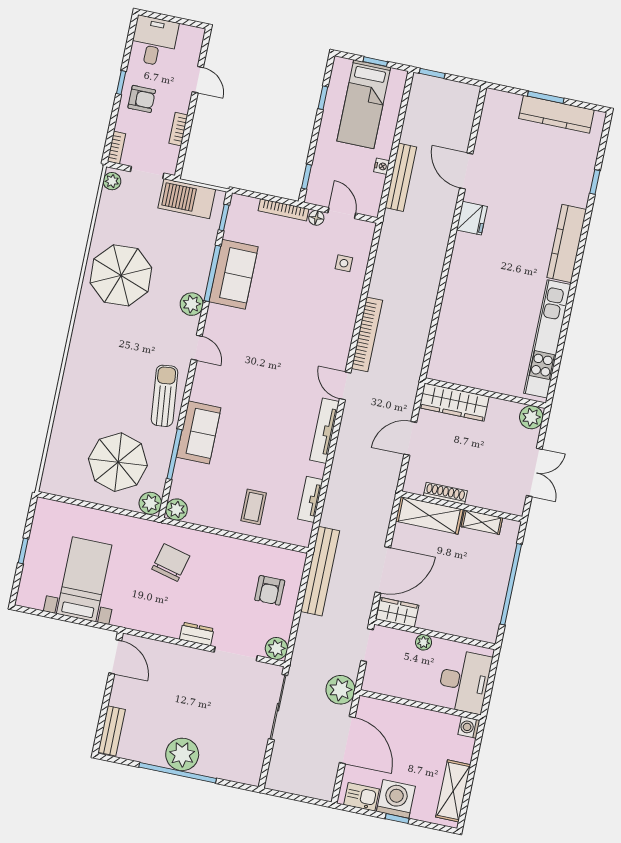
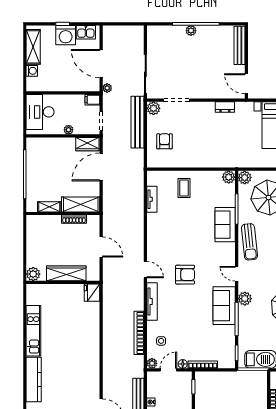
door: (342, 213) -> (168, 370), swing flipped
fridge: (472, 218) -> (92, 293), moved
plant: (367, 230) -> (152, 363), added
sofa: (234, 274) -> (224, 306), moved
bookcase: (367, 334) -> (139, 333), moved
kitchen unit: (547, 339) -> (33, 331), width x0.73
armchair: (282, 364) -> (185, 275), added
wardrobe: (454, 402) -> (66, 273), moved
tv unit: (324, 431) -> (152, 302), moved
door: (410, 438) -> (101, 247), hinge flipped
double door: (534, 472) -> (25, 242), removed
chair: (171, 562) -> (226, 145), removed
bench: (320, 571) -> (137, 122), moved
dresser: (197, 634) -> (225, 107), moved
filing cabinet: (374, 684) -> (92, 100), added
plant: (340, 690) -> (107, 88), width x0.53, depth x0.53
washing machine: (469, 727) -> (32, 71), moved
bench: (112, 731) -> (239, 45), width x1.36
plant: (182, 754) -> (191, 31), width x0.53, depth x0.53

